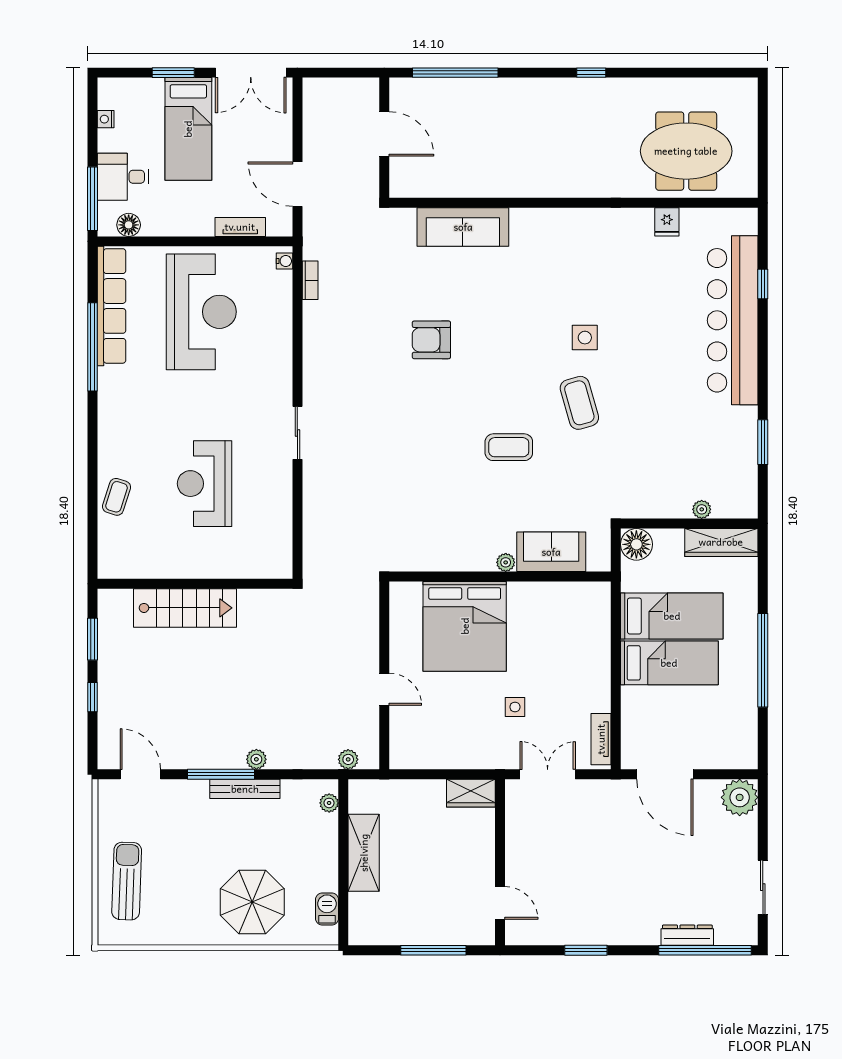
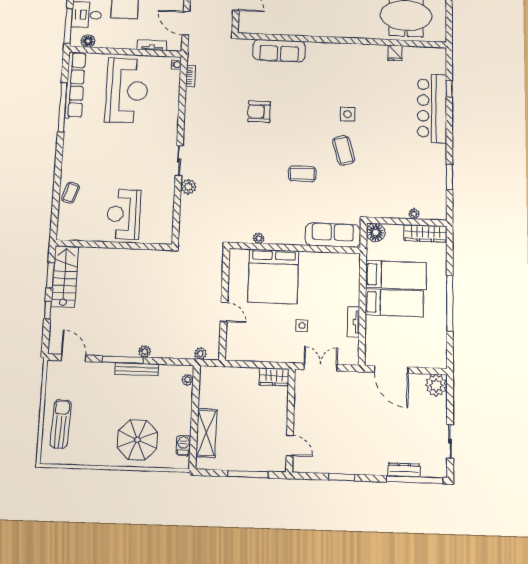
bar counter: (733, 320) -> (432, 108), width x0.73
plant: (316, 478) -> (189, 187), added
reception desk: (204, 484) -> (124, 214), moved
sofa: (551, 552) -> (333, 235), width x1.36
plant: (506, 562) -> (259, 238), moved
stairs: (185, 608) -> (65, 276), moved, turned -90
tv unit: (601, 739) -> (354, 322), moved
shelving: (364, 853) -> (206, 433), moved

